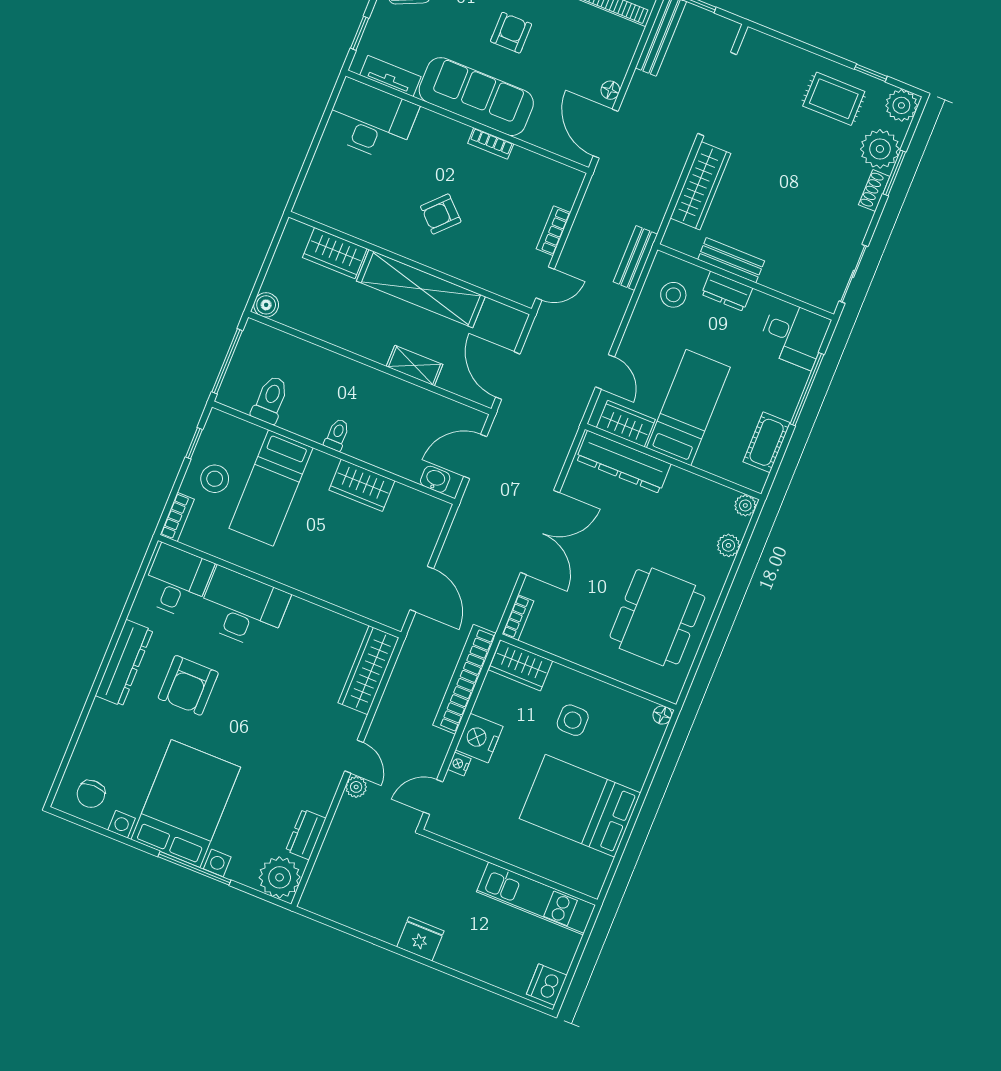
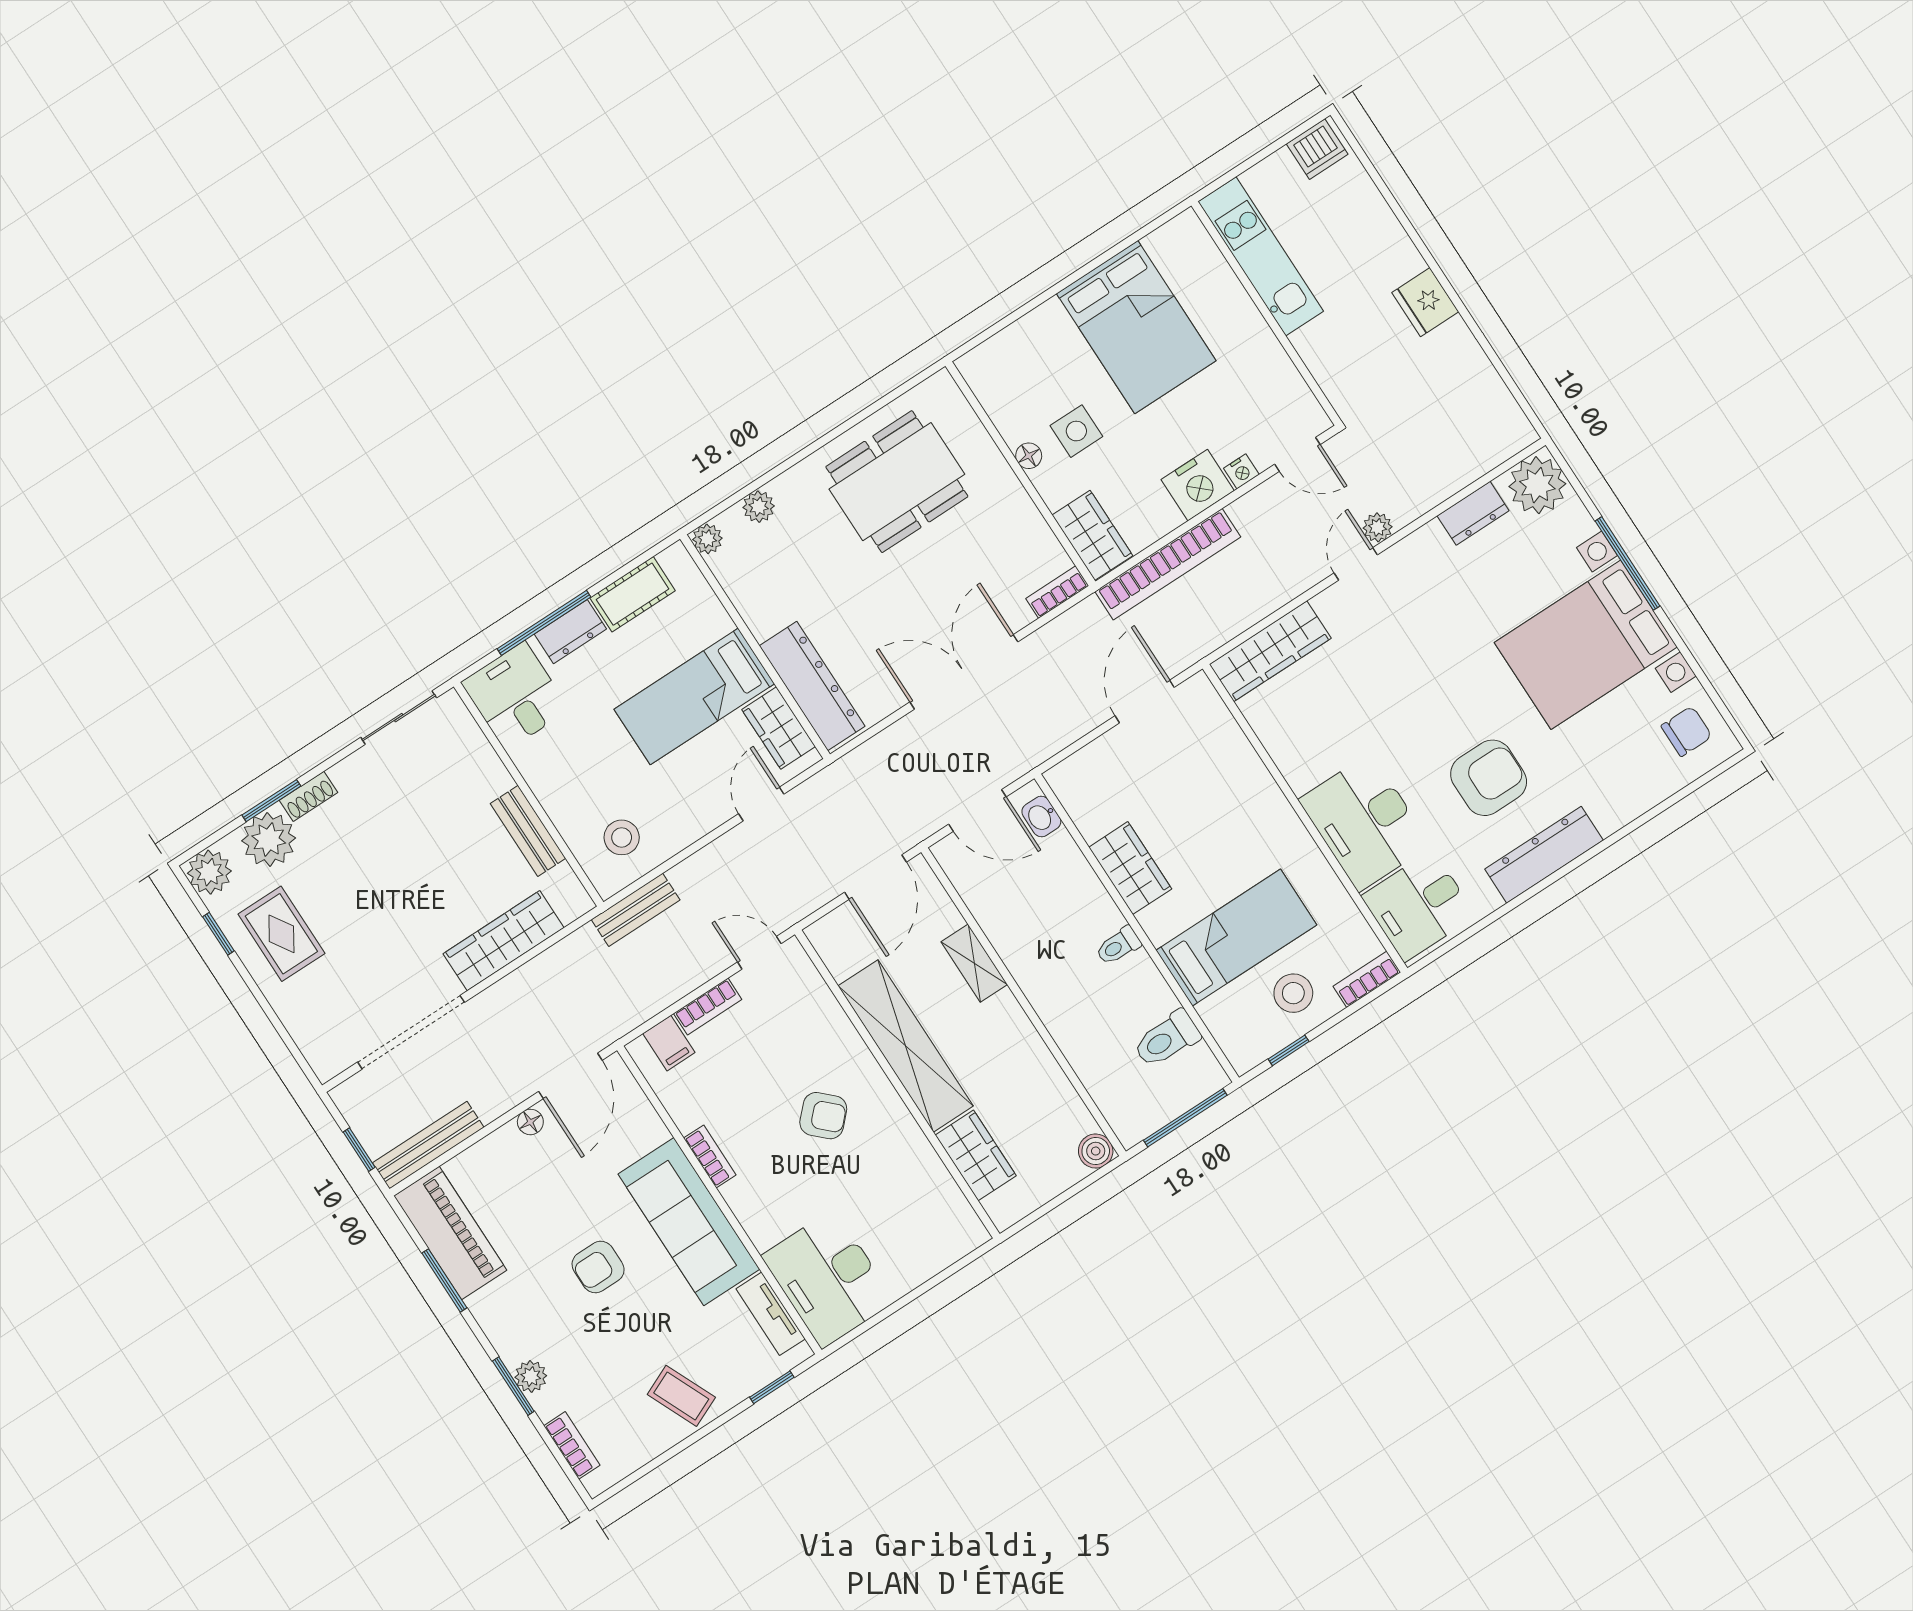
filing cabinet: (561, 193) -> (669, 1043), added
dresser: (727, 291) -> (570, 632), moved, turned 90
floor lamp: (662, 715) -> (1029, 456), moved

